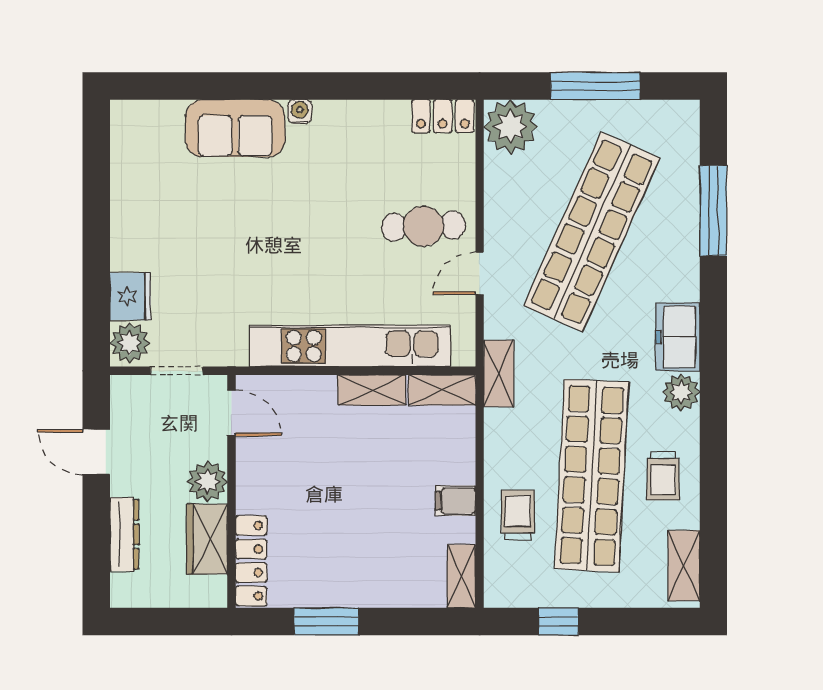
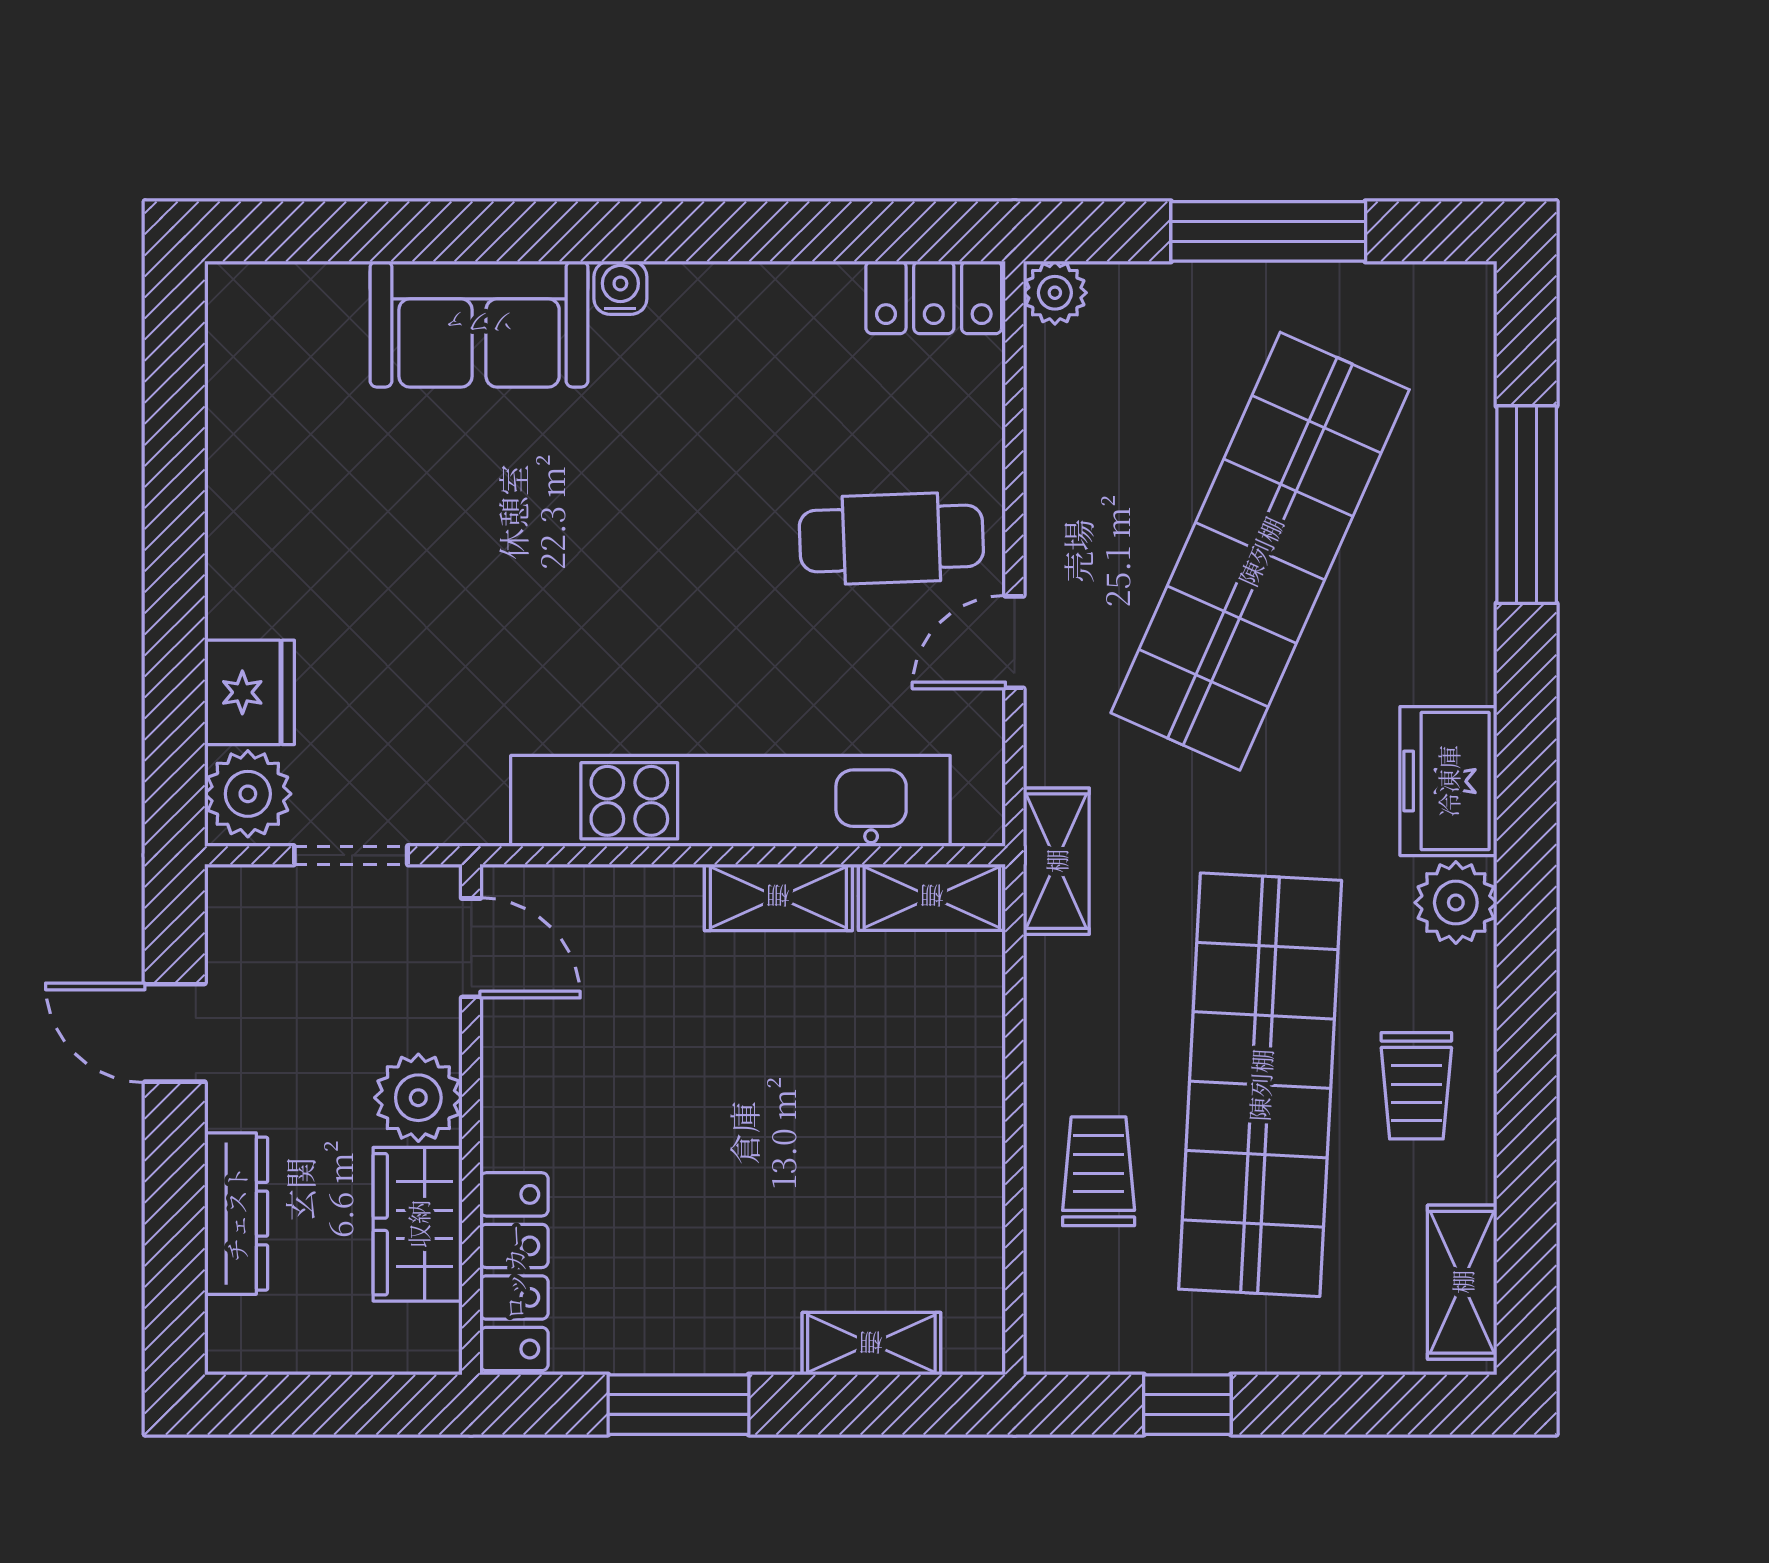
plant: (511, 127) -> (1055, 293), width x0.53, depth x0.53
filing cabinet: (456, 501) -> (962, 1140), removed
shelving: (461, 576) -> (871, 1344), moved, turned 90

